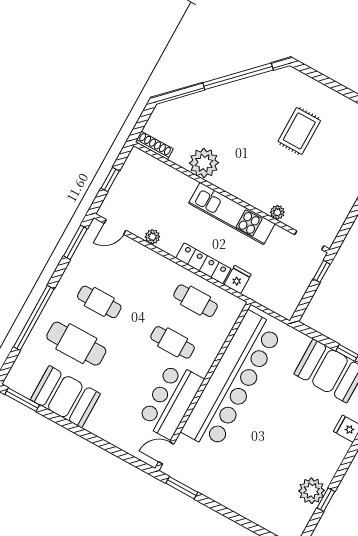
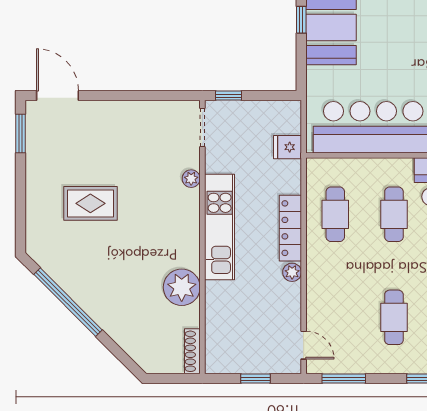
plant: (152, 237) -> (292, 272), moved
fridge: (238, 280) -> (287, 147), moved

